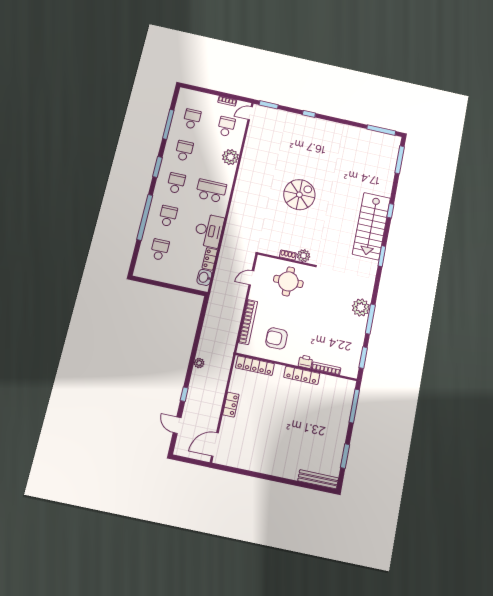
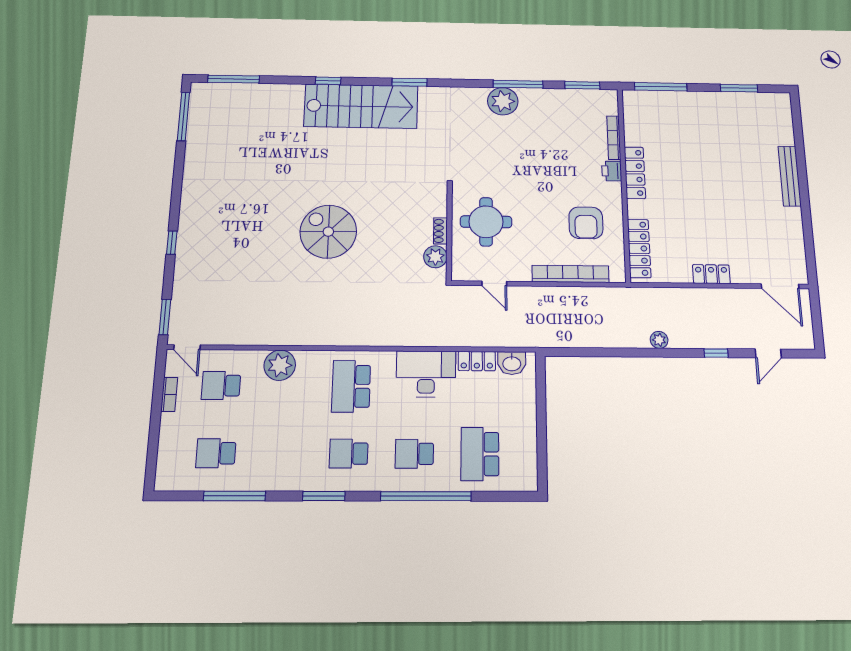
school desk: (184, 151) -> (282, 453), removed
school desk: (160, 250) -> (480, 454), width x1.85
plant: (303, 256) -> (435, 257), moved
bench: (318, 479) -> (790, 176), moved

